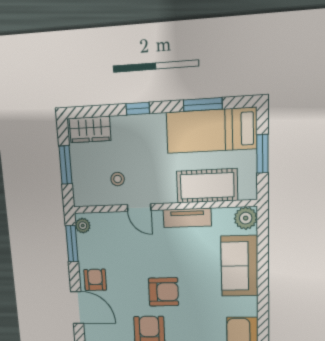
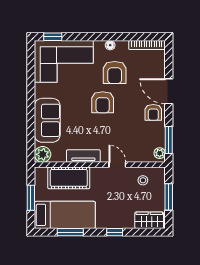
stool: (118, 179) -> (143, 180), moved
armchair: (164, 292) -> (103, 102), turned -90

